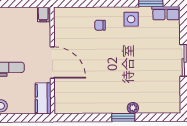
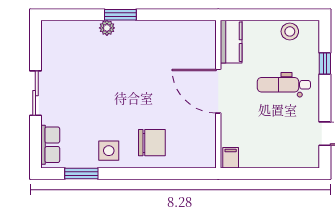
row of seats: (166, 13) -> (50, 145), moved, turned 90
chair: (100, 25) -> (152, 143), width x1.87, depth x1.87

